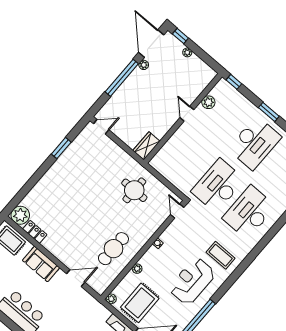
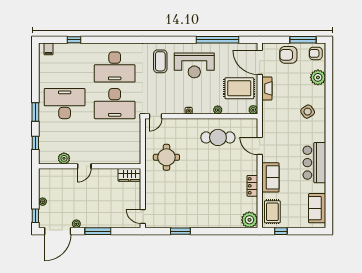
window: (122, 78) -> (98, 231), width x0.68
window: (234, 82) -> (35, 143), moved
locker: (35, 232) -> (252, 186), moved

